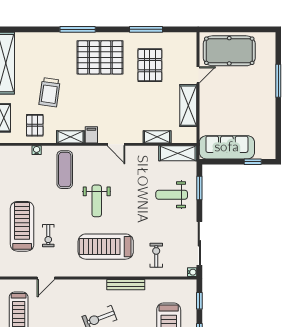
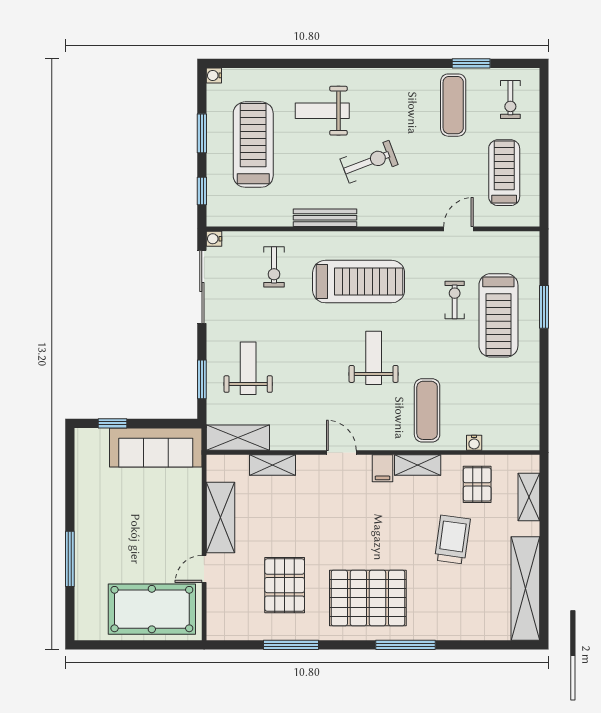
weight bench: (172, 195) -> (248, 368), turned -90

